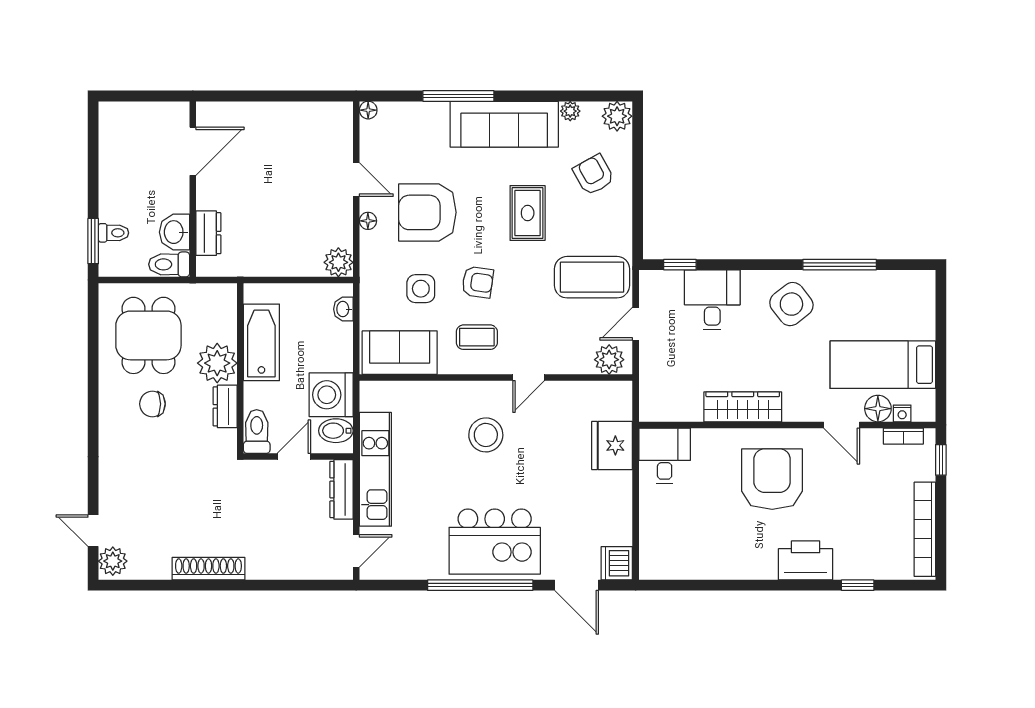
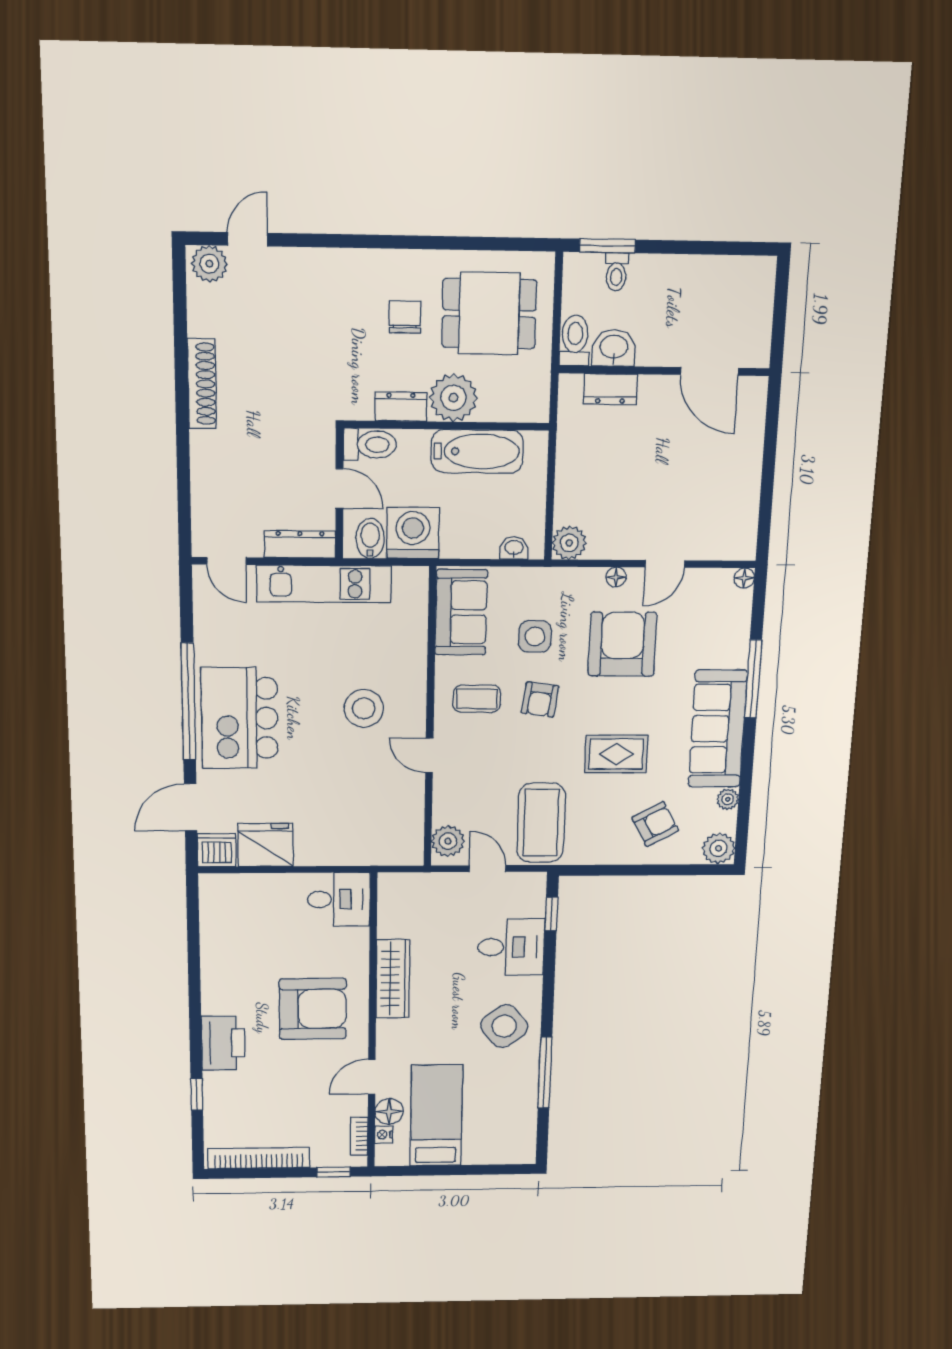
coffee table: (477, 337) -> (477, 699), turned 90
fridge: (612, 445) -> (266, 845), moved

